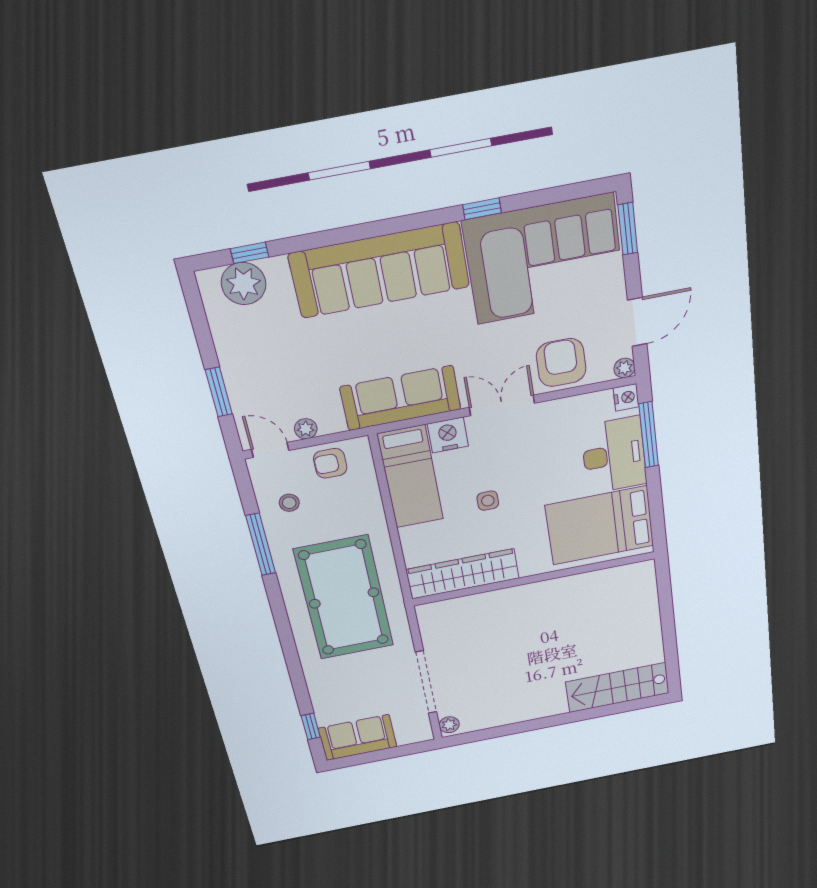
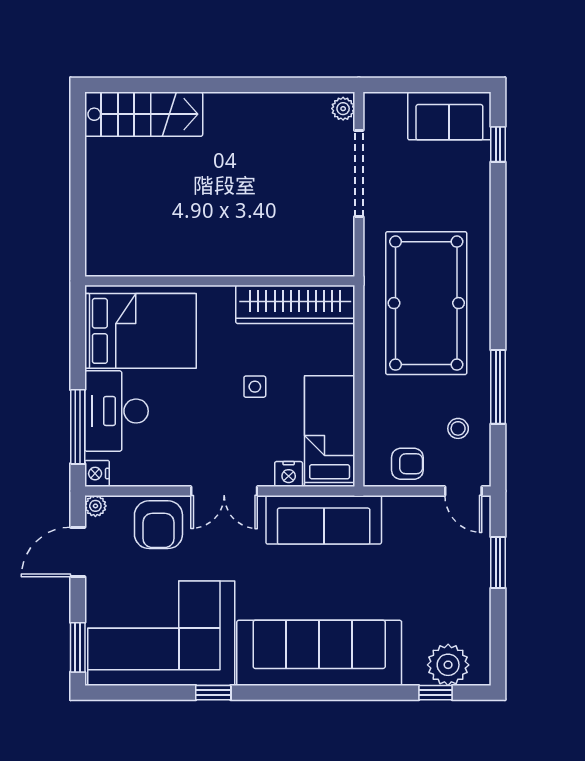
plant: (306, 429) -> (423, 506), removed
nightstand: (448, 435) -> (289, 474), width x0.74, depth x0.75

